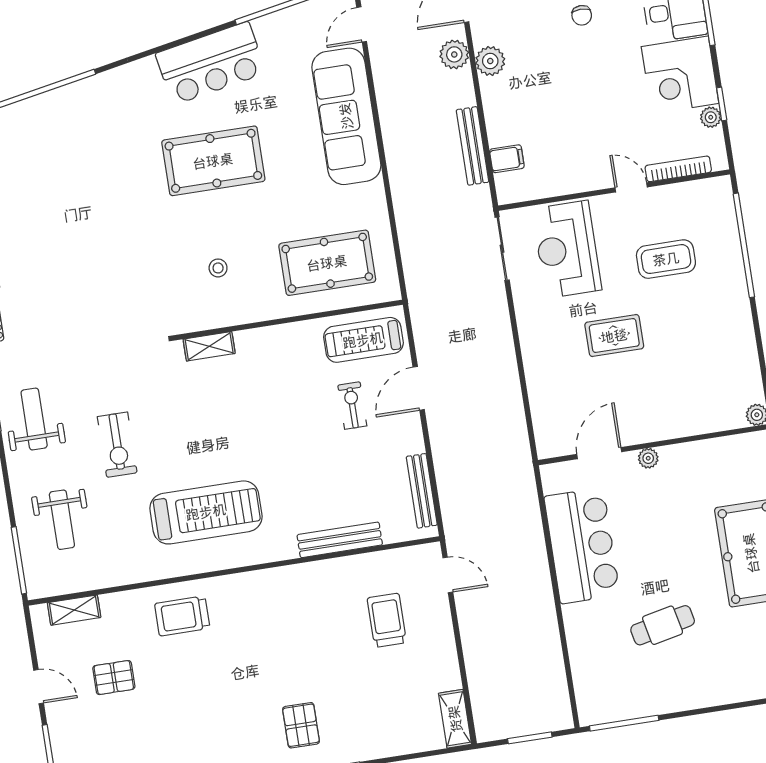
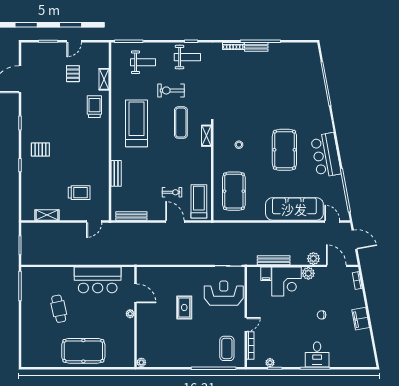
corner desk: (680, 75) -> (287, 282), moved, turned 180
coffee table: (666, 259) -> (227, 348), moved
exercise mat: (188, 410) -> (181, 123), added
treadmill: (206, 512) -> (137, 123), turned 180
weight bench: (62, 520) -> (143, 62), turned 180
bench: (340, 540) -> (116, 173), width x0.73
shelving: (74, 610) -> (104, 79), moved
shelving: (455, 719) -> (47, 215), moved

